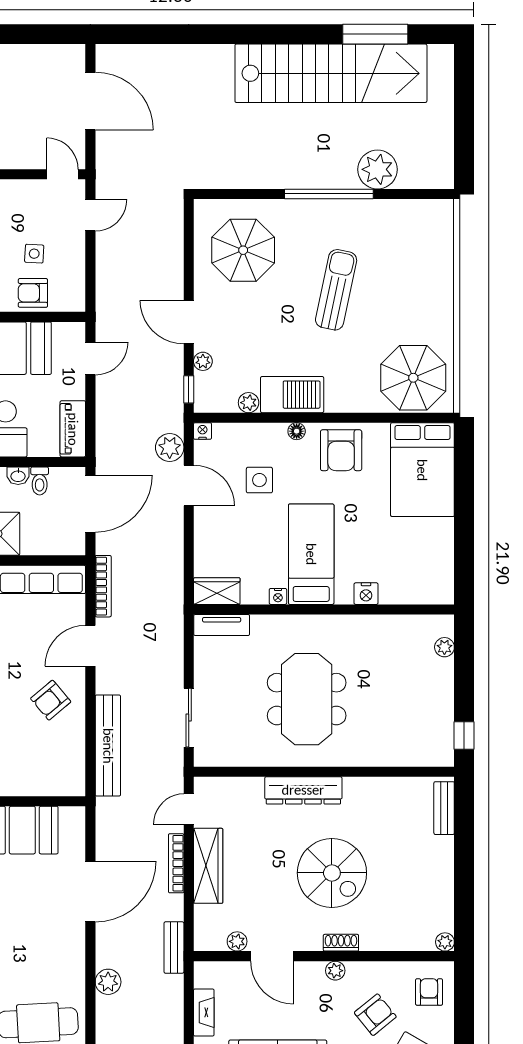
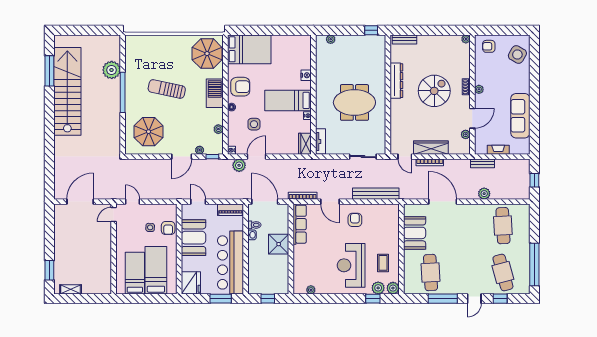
barbecue: (292, 395) -> (215, 93), moved
armchair: (51, 700) -> (355, 220), turned -140
dresser: (303, 790) -> (396, 81), moved
bench: (174, 948) -> (483, 163), moved
armchair: (375, 1015) -> (499, 71), removed

